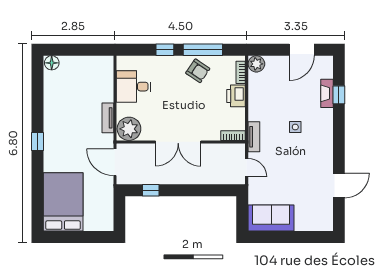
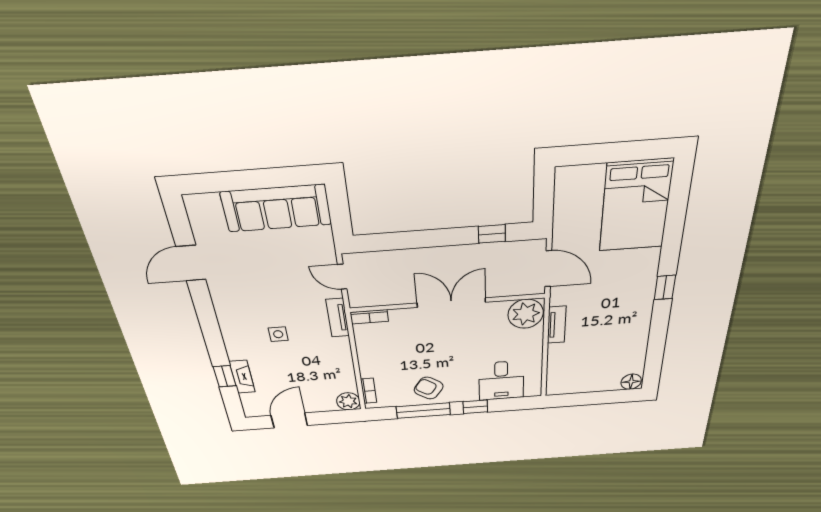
desk: (134, 87) -> (501, 381), moved, turned 90
printer: (236, 96) -> (371, 364), removed
sofa: (271, 218) -> (276, 208), width x1.36

